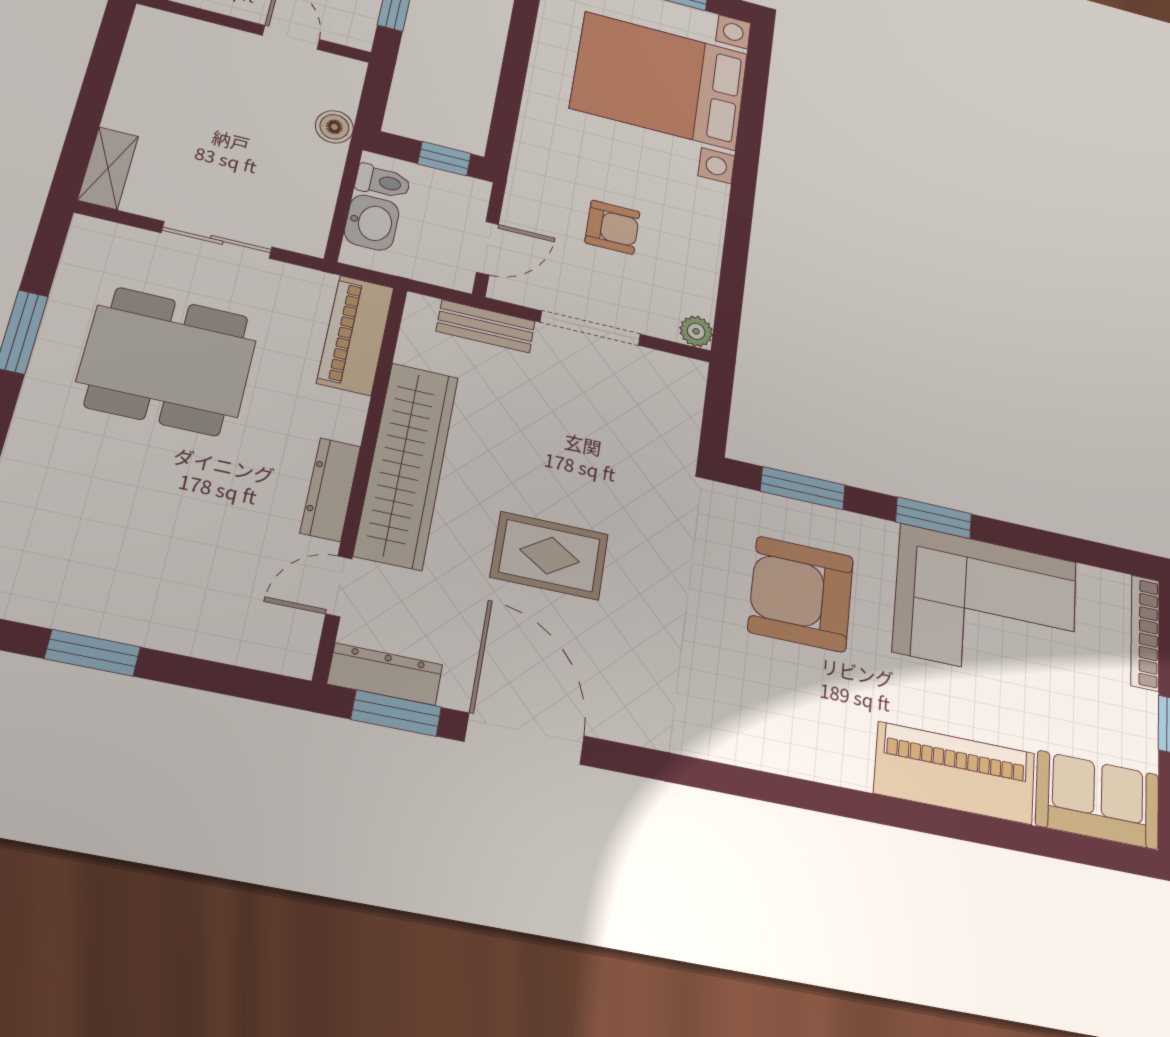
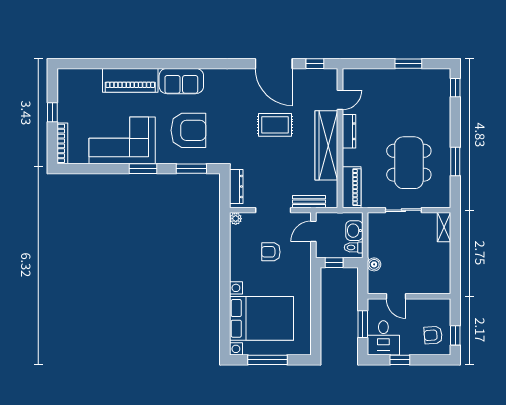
dining table: (167, 361) -> (409, 163), turned 90
dresser: (385, 674) -> (236, 186), moved, turned -90
window: (396, 713) -> (315, 64), width x0.67
sofa: (1098, 800) -> (181, 81), moved

